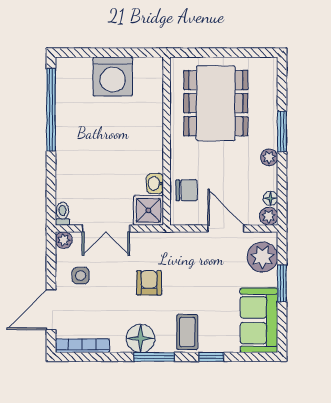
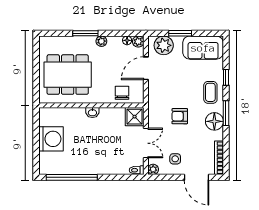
washbasin: (155, 184) -> (92, 112), moved
coffee table: (187, 332) -> (210, 92), turned 90

